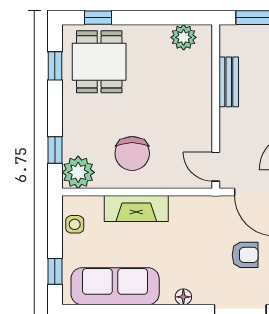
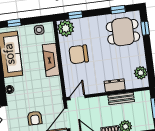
dresser: (201, 91) -> (115, 85), added

